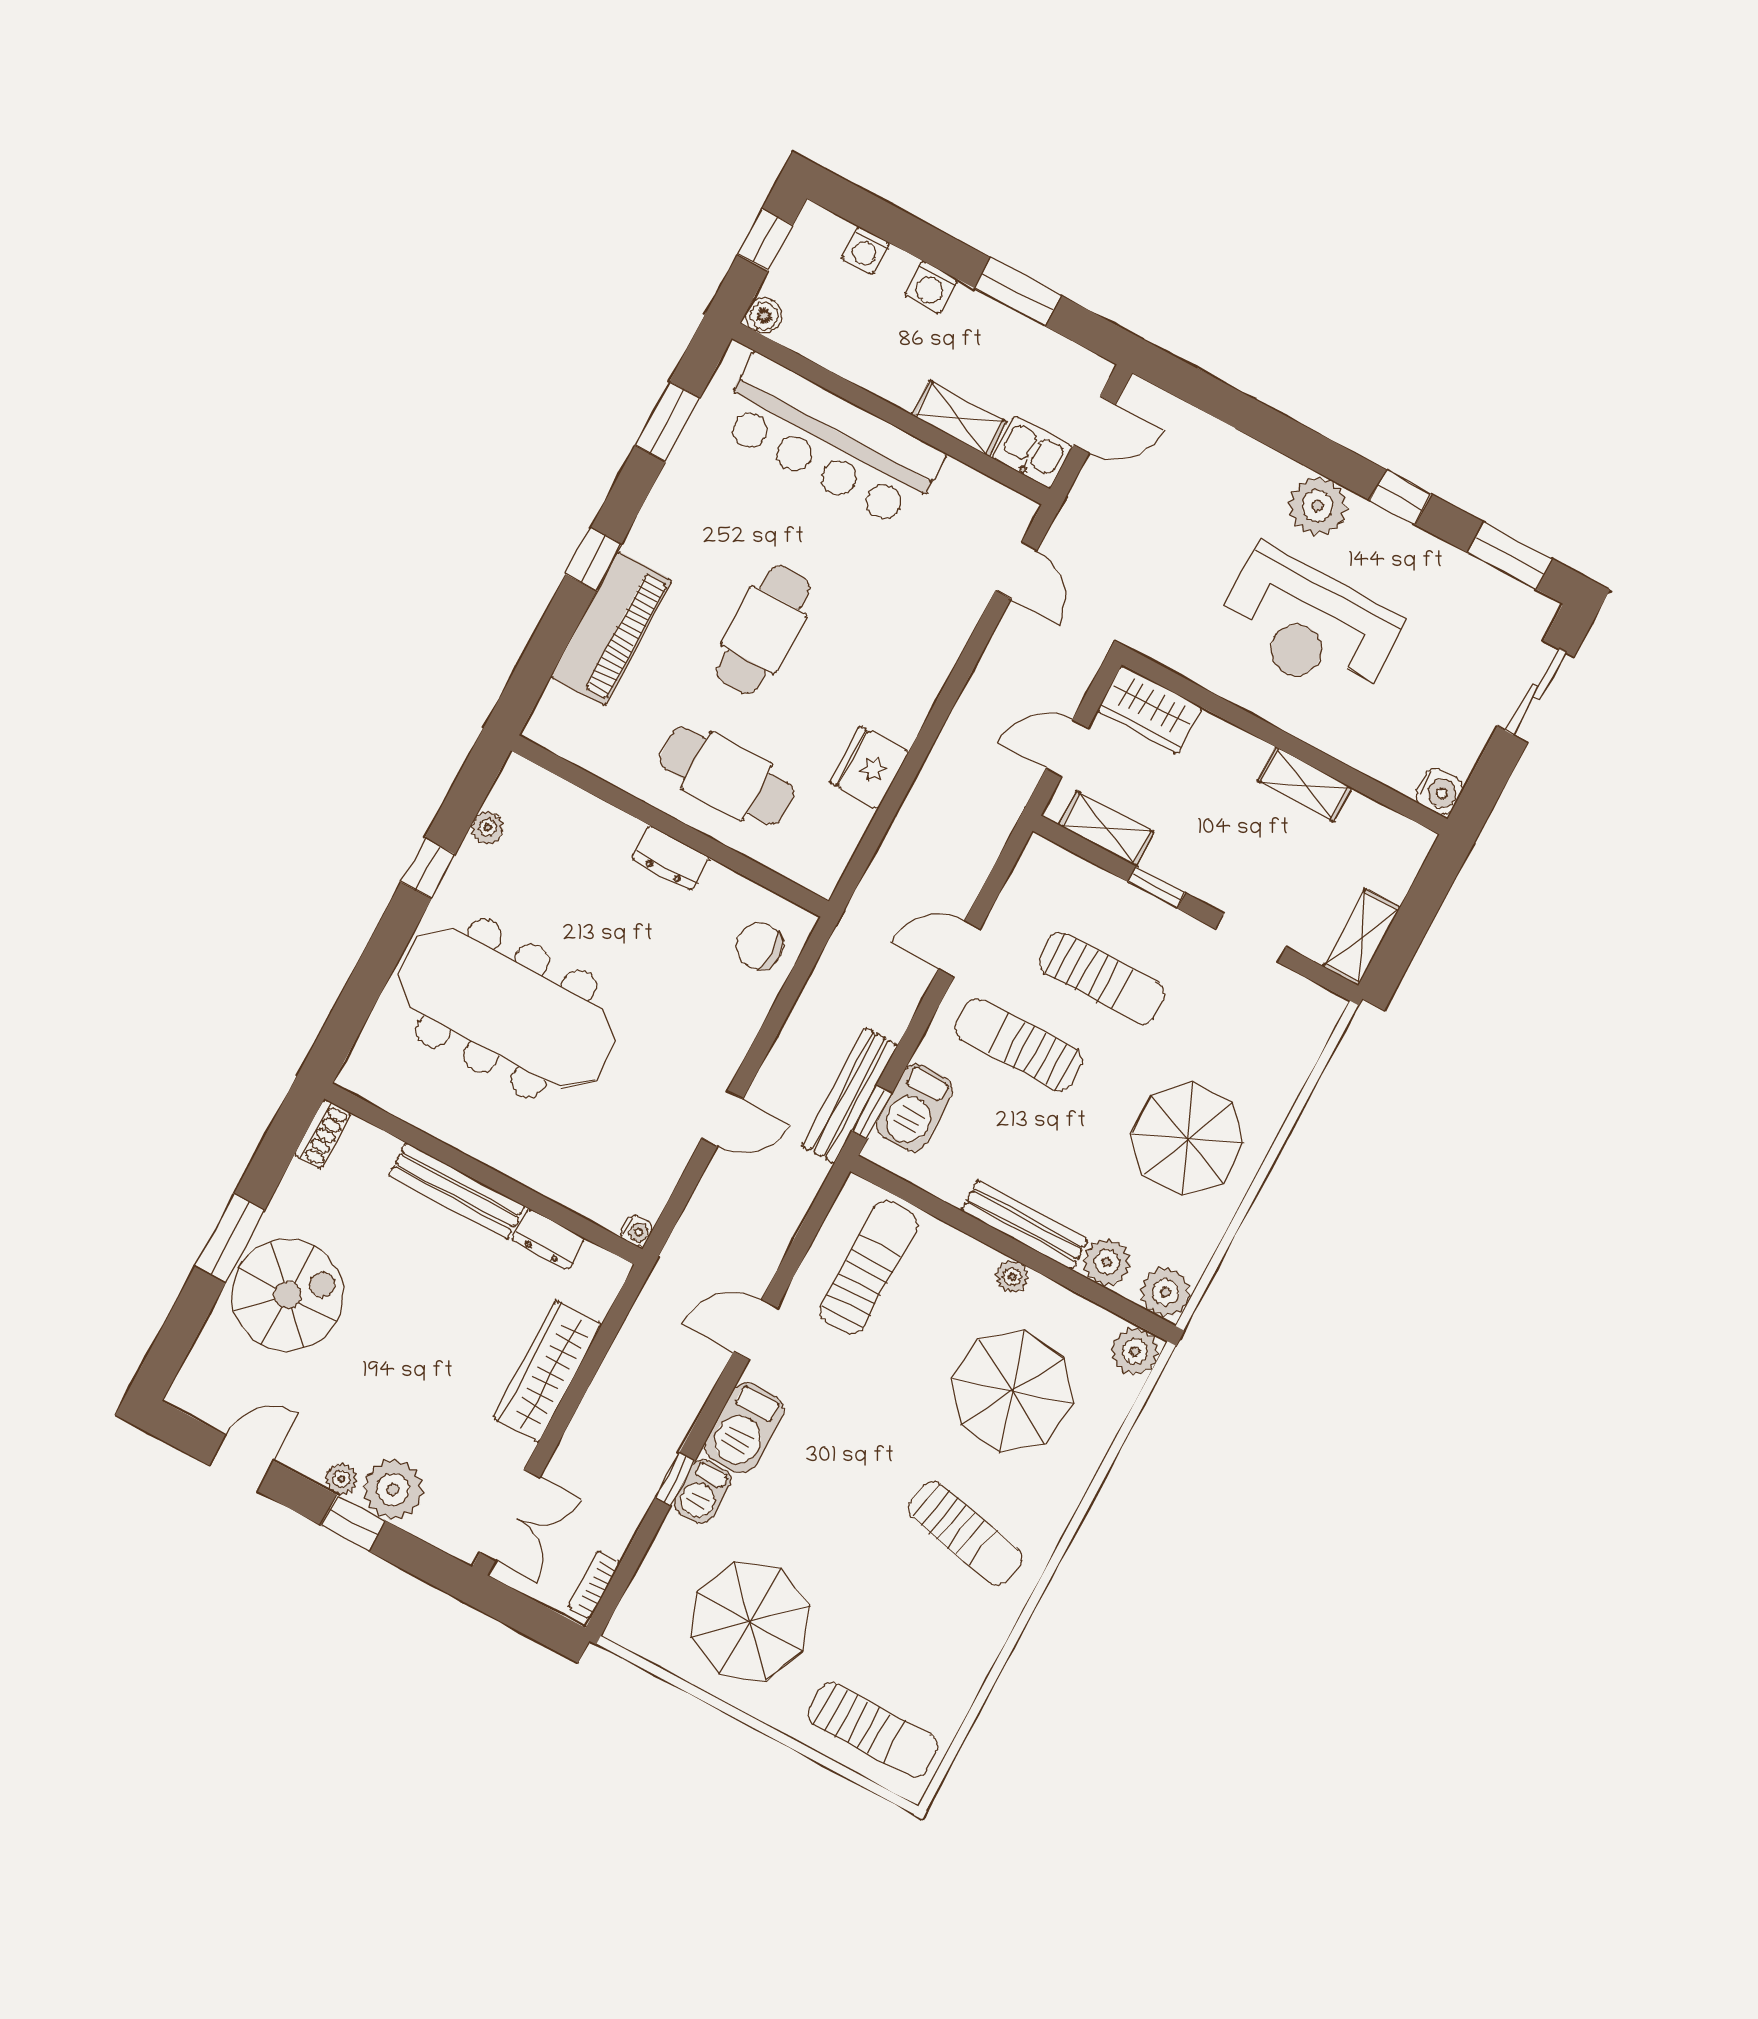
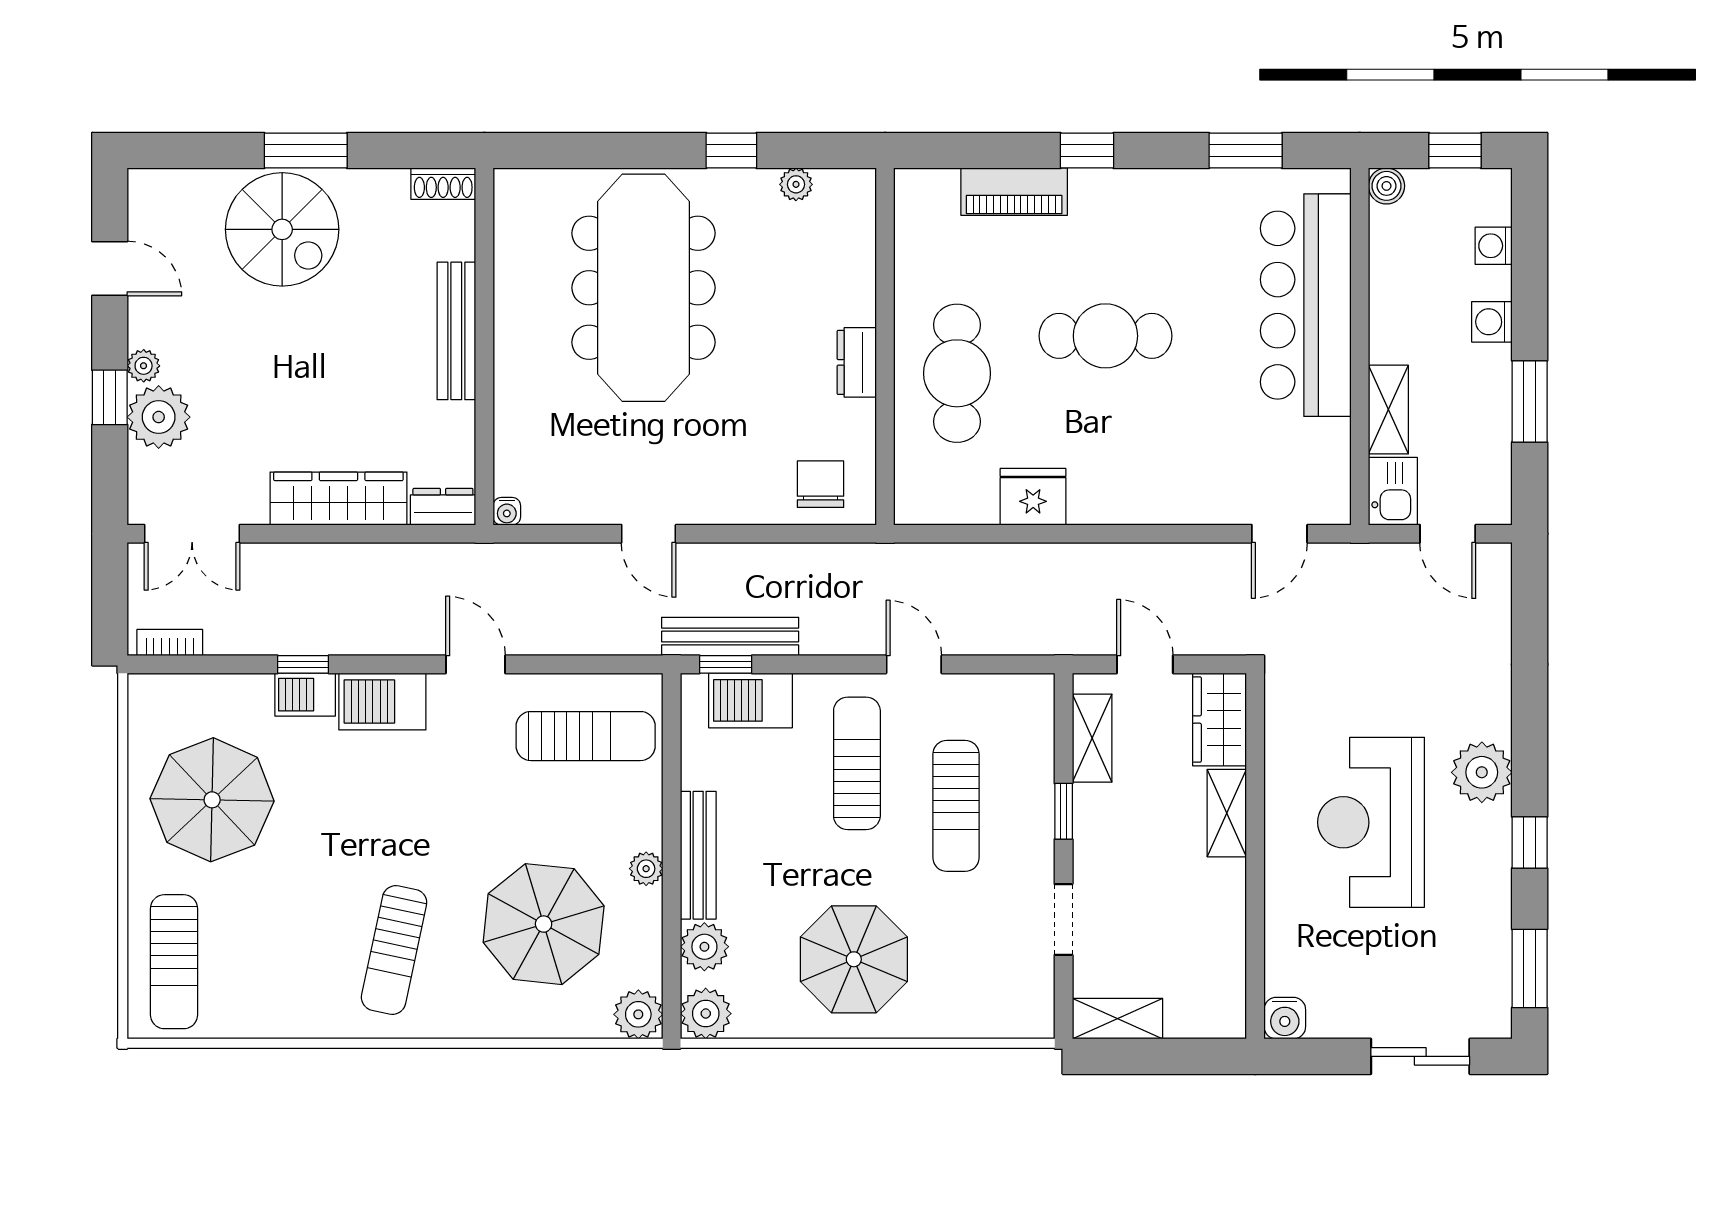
piano: (611, 628) -> (1014, 192), width x0.73, depth x0.75
shelving: (1305, 784) -> (1227, 813), moved
dresser: (548, 1239) -> (443, 507), moved, turned 90

